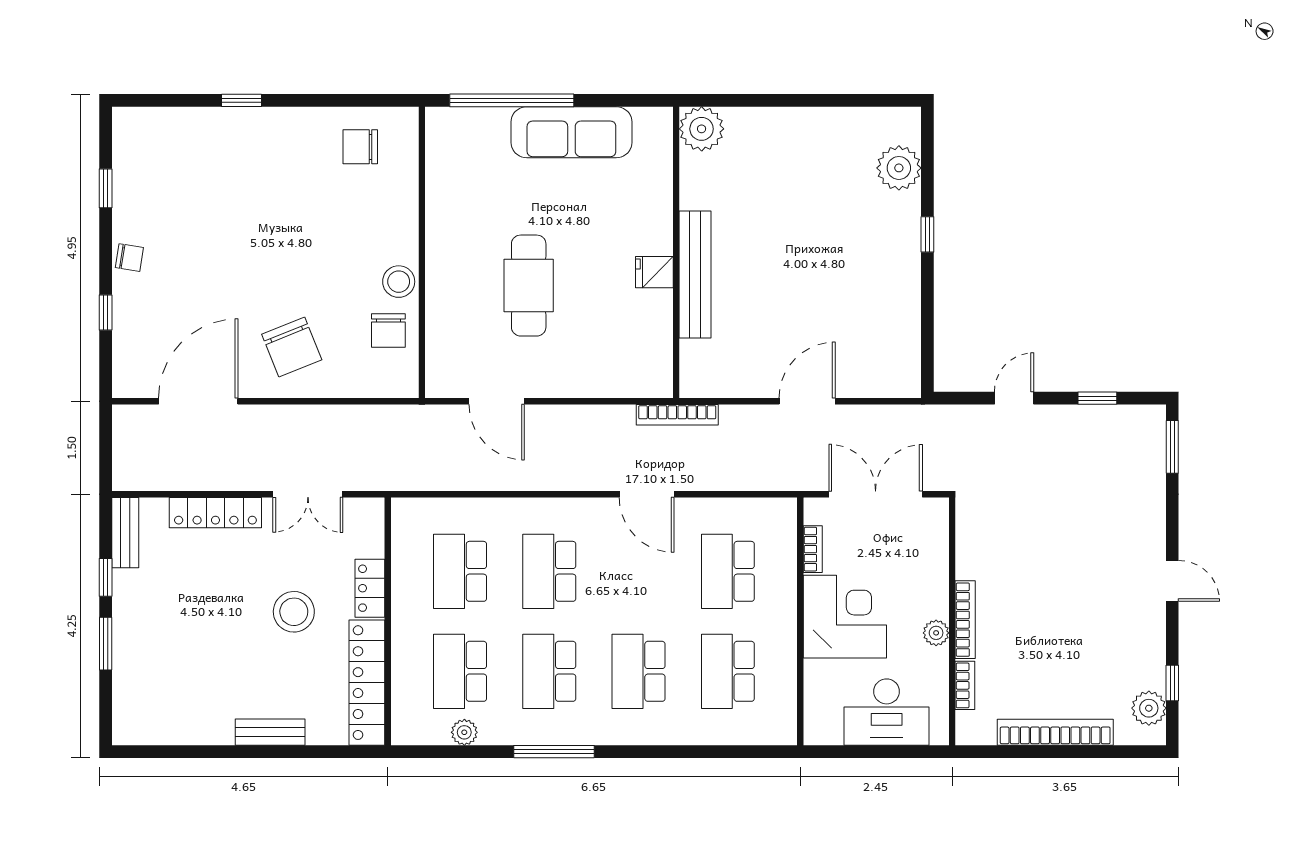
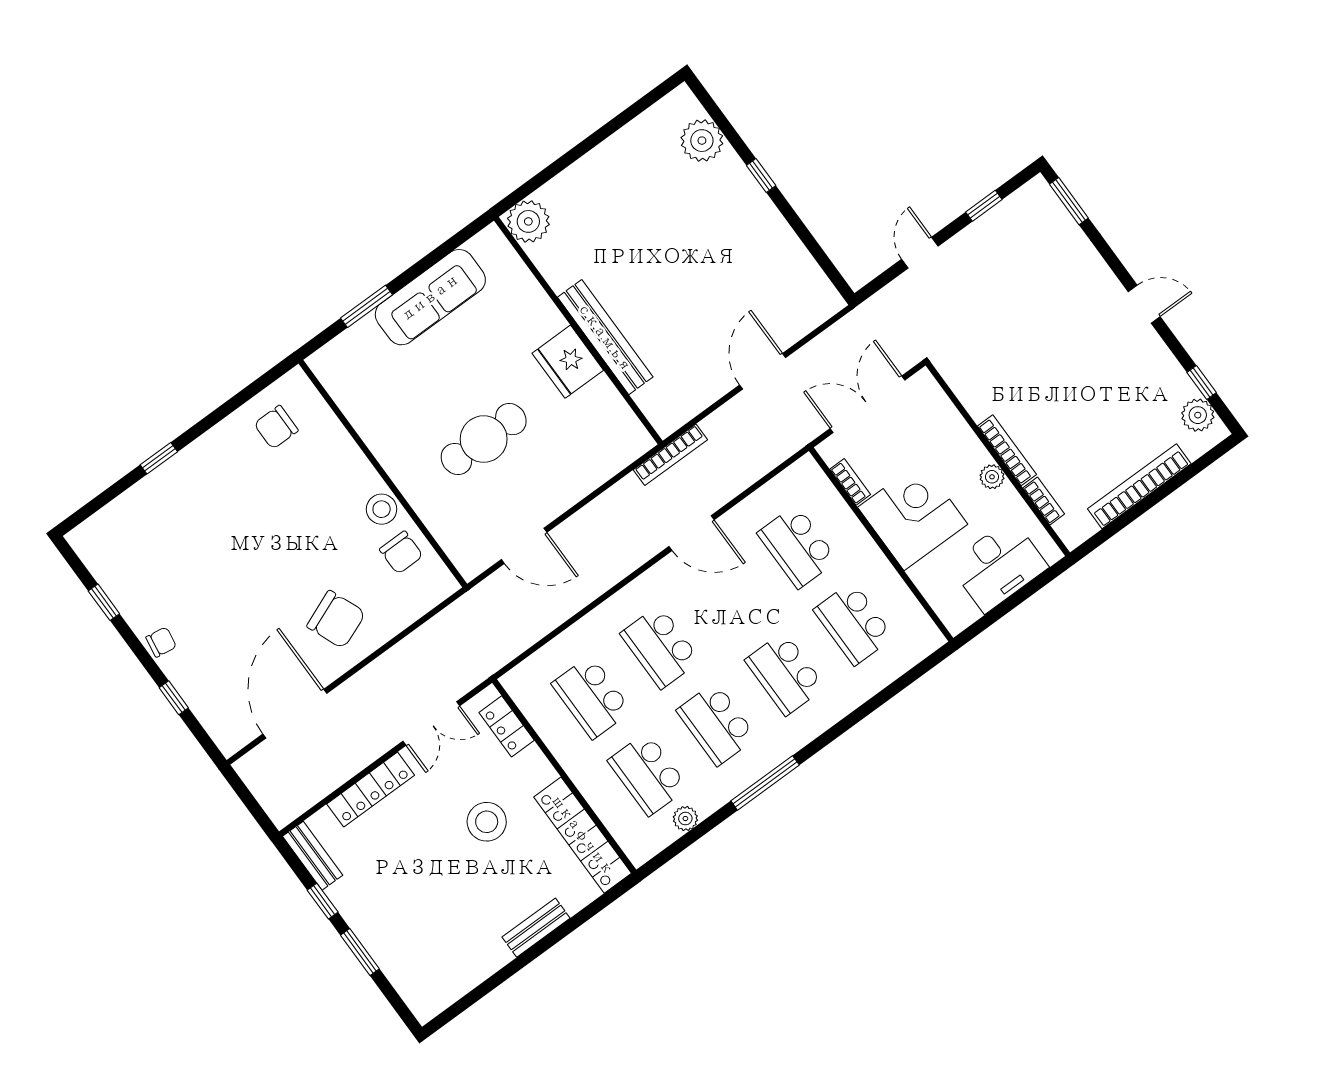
window: (512, 100) -> (366, 306), width x0.47
fridge: (654, 272) -> (568, 362), width x1.88, depth x1.34
cafe table: (529, 286) -> (484, 439), turned 90
locker: (370, 588) -> (507, 726), moved

